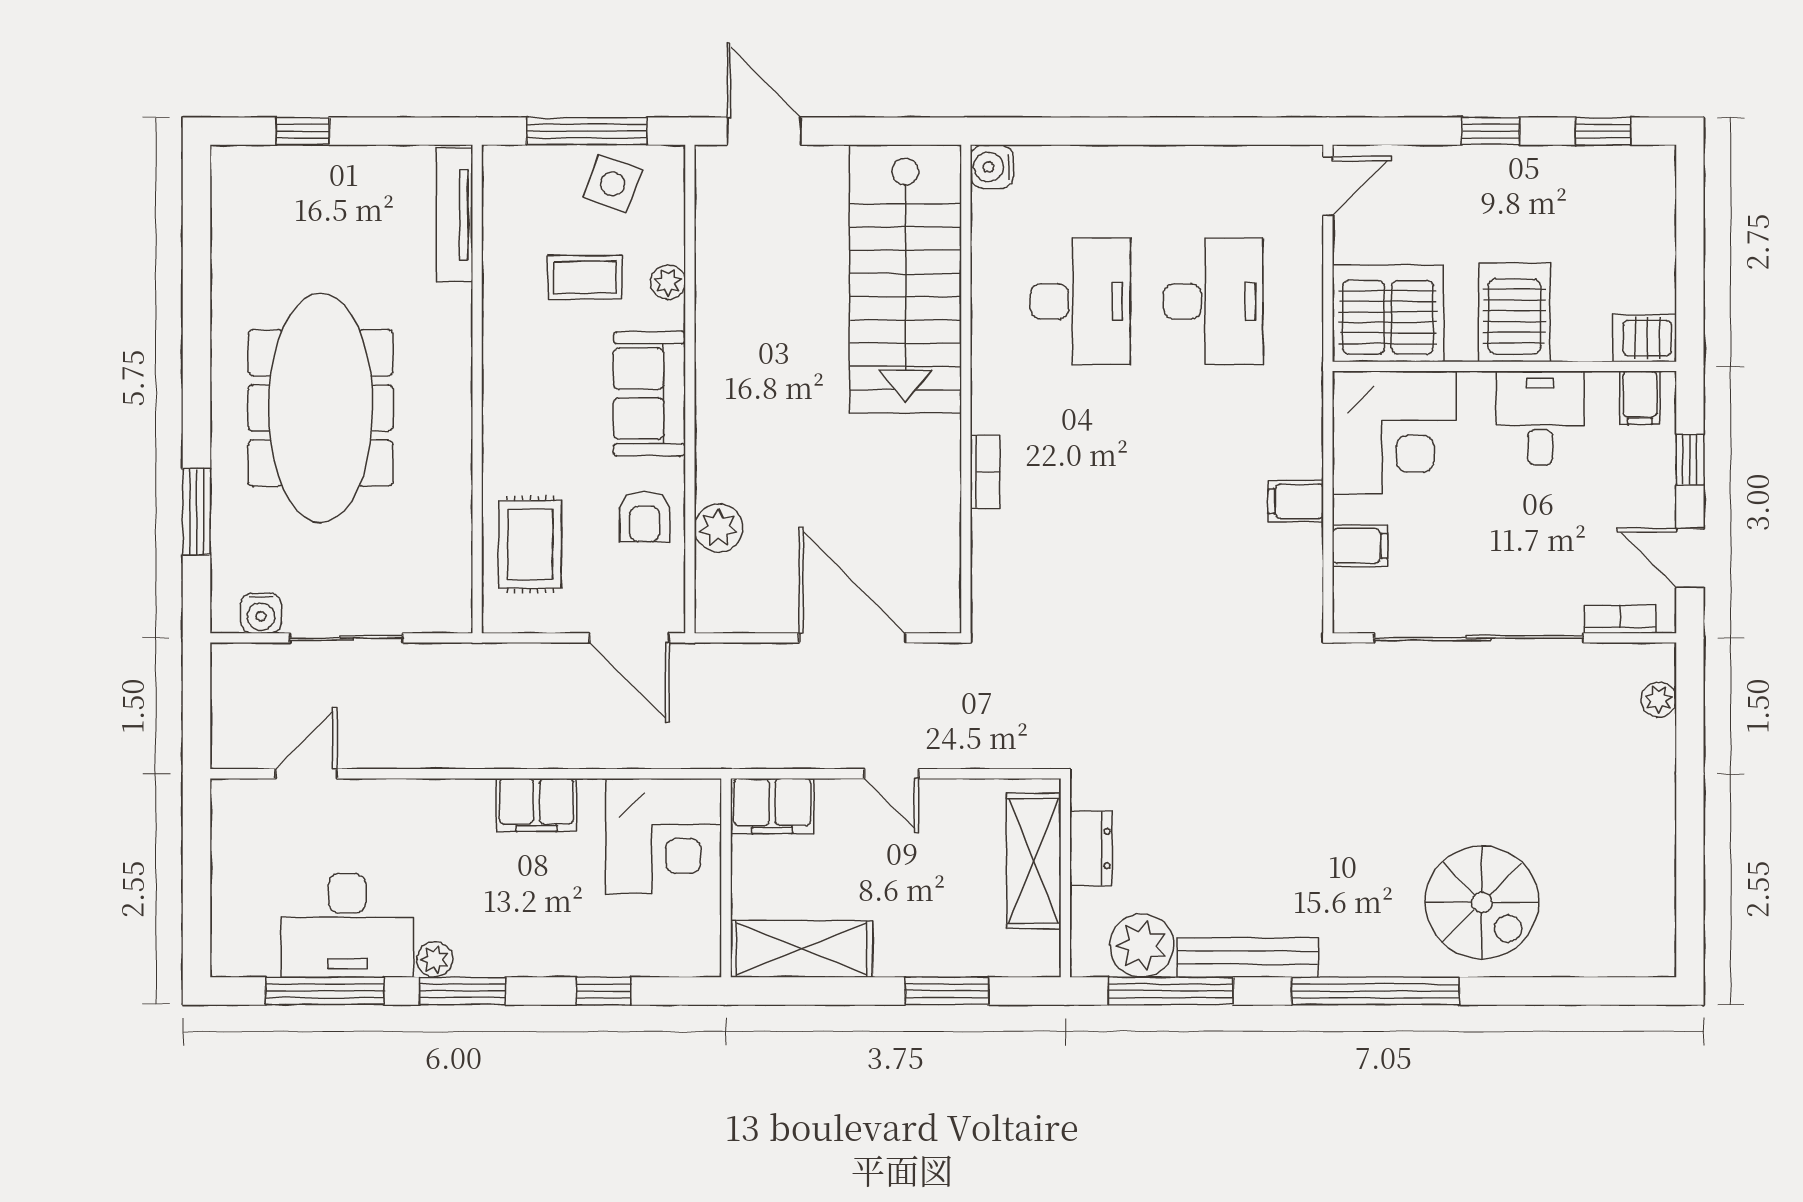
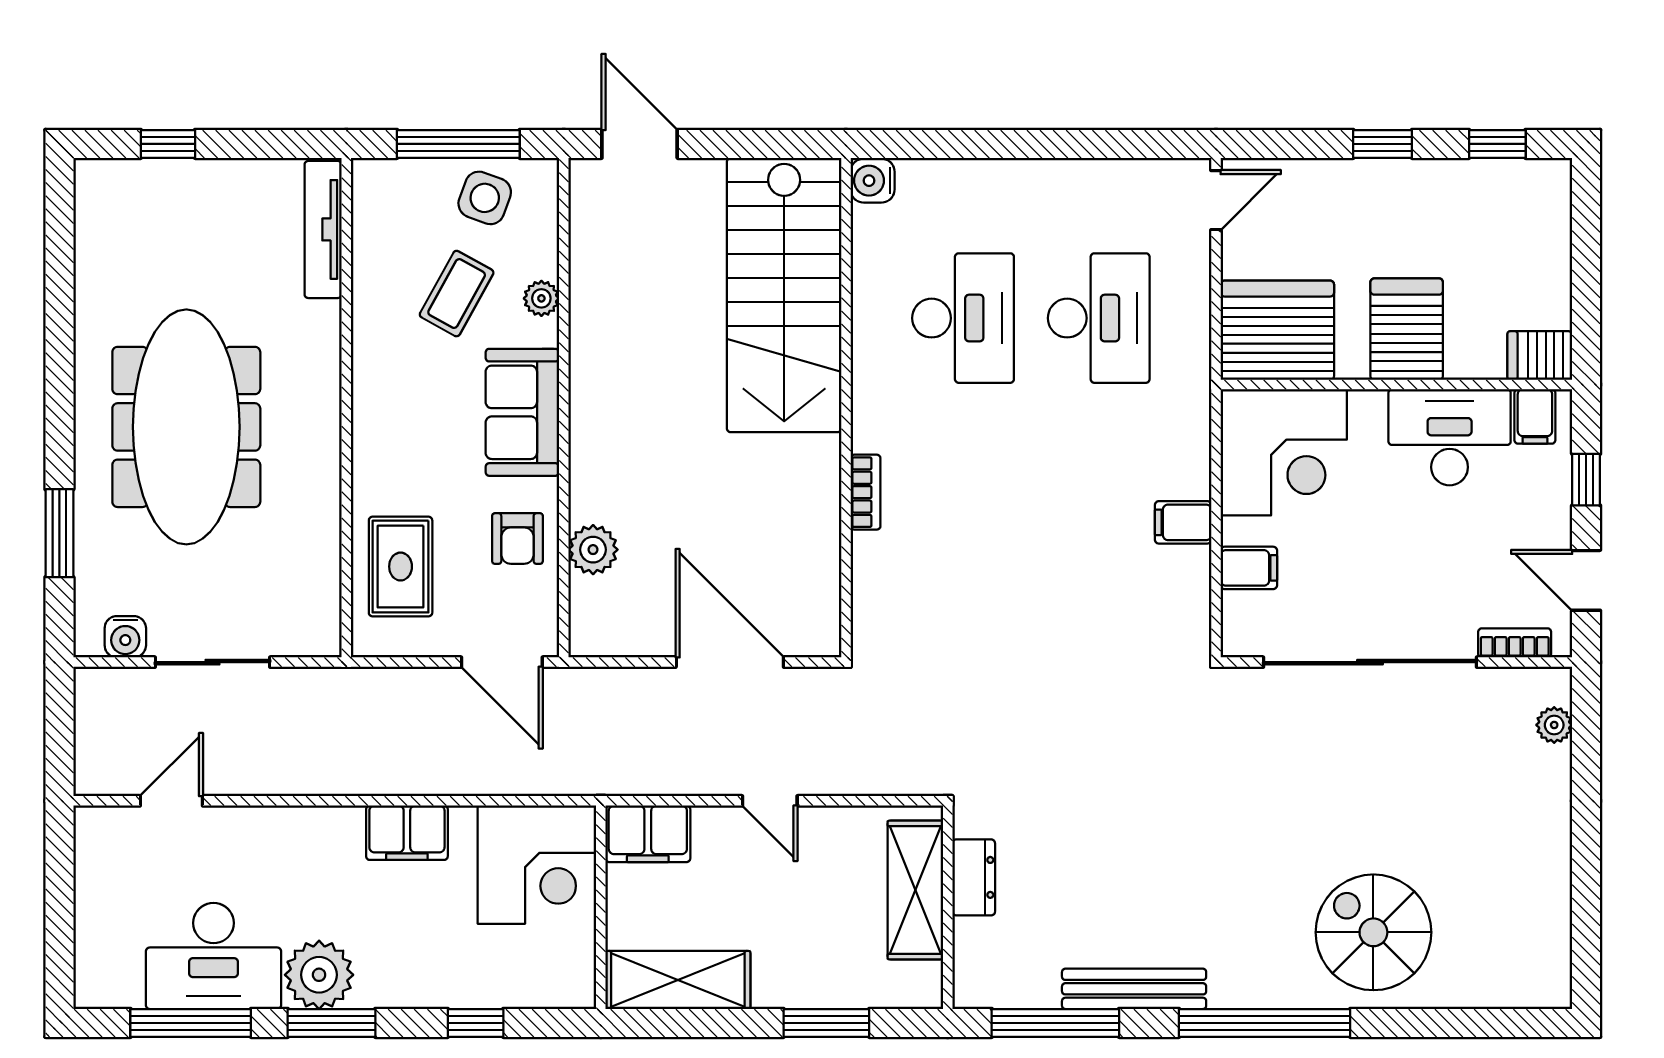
coffee table: (585, 277) -> (457, 294), turned -61
desk: (1540, 418) -> (1450, 437), width x1.37
spiral stairs: (1482, 902) -> (1373, 932), turned 180
plant: (1142, 945) -> (1026, 976), removed
plant: (435, 959) -> (319, 975), width x1.88, depth x1.88

